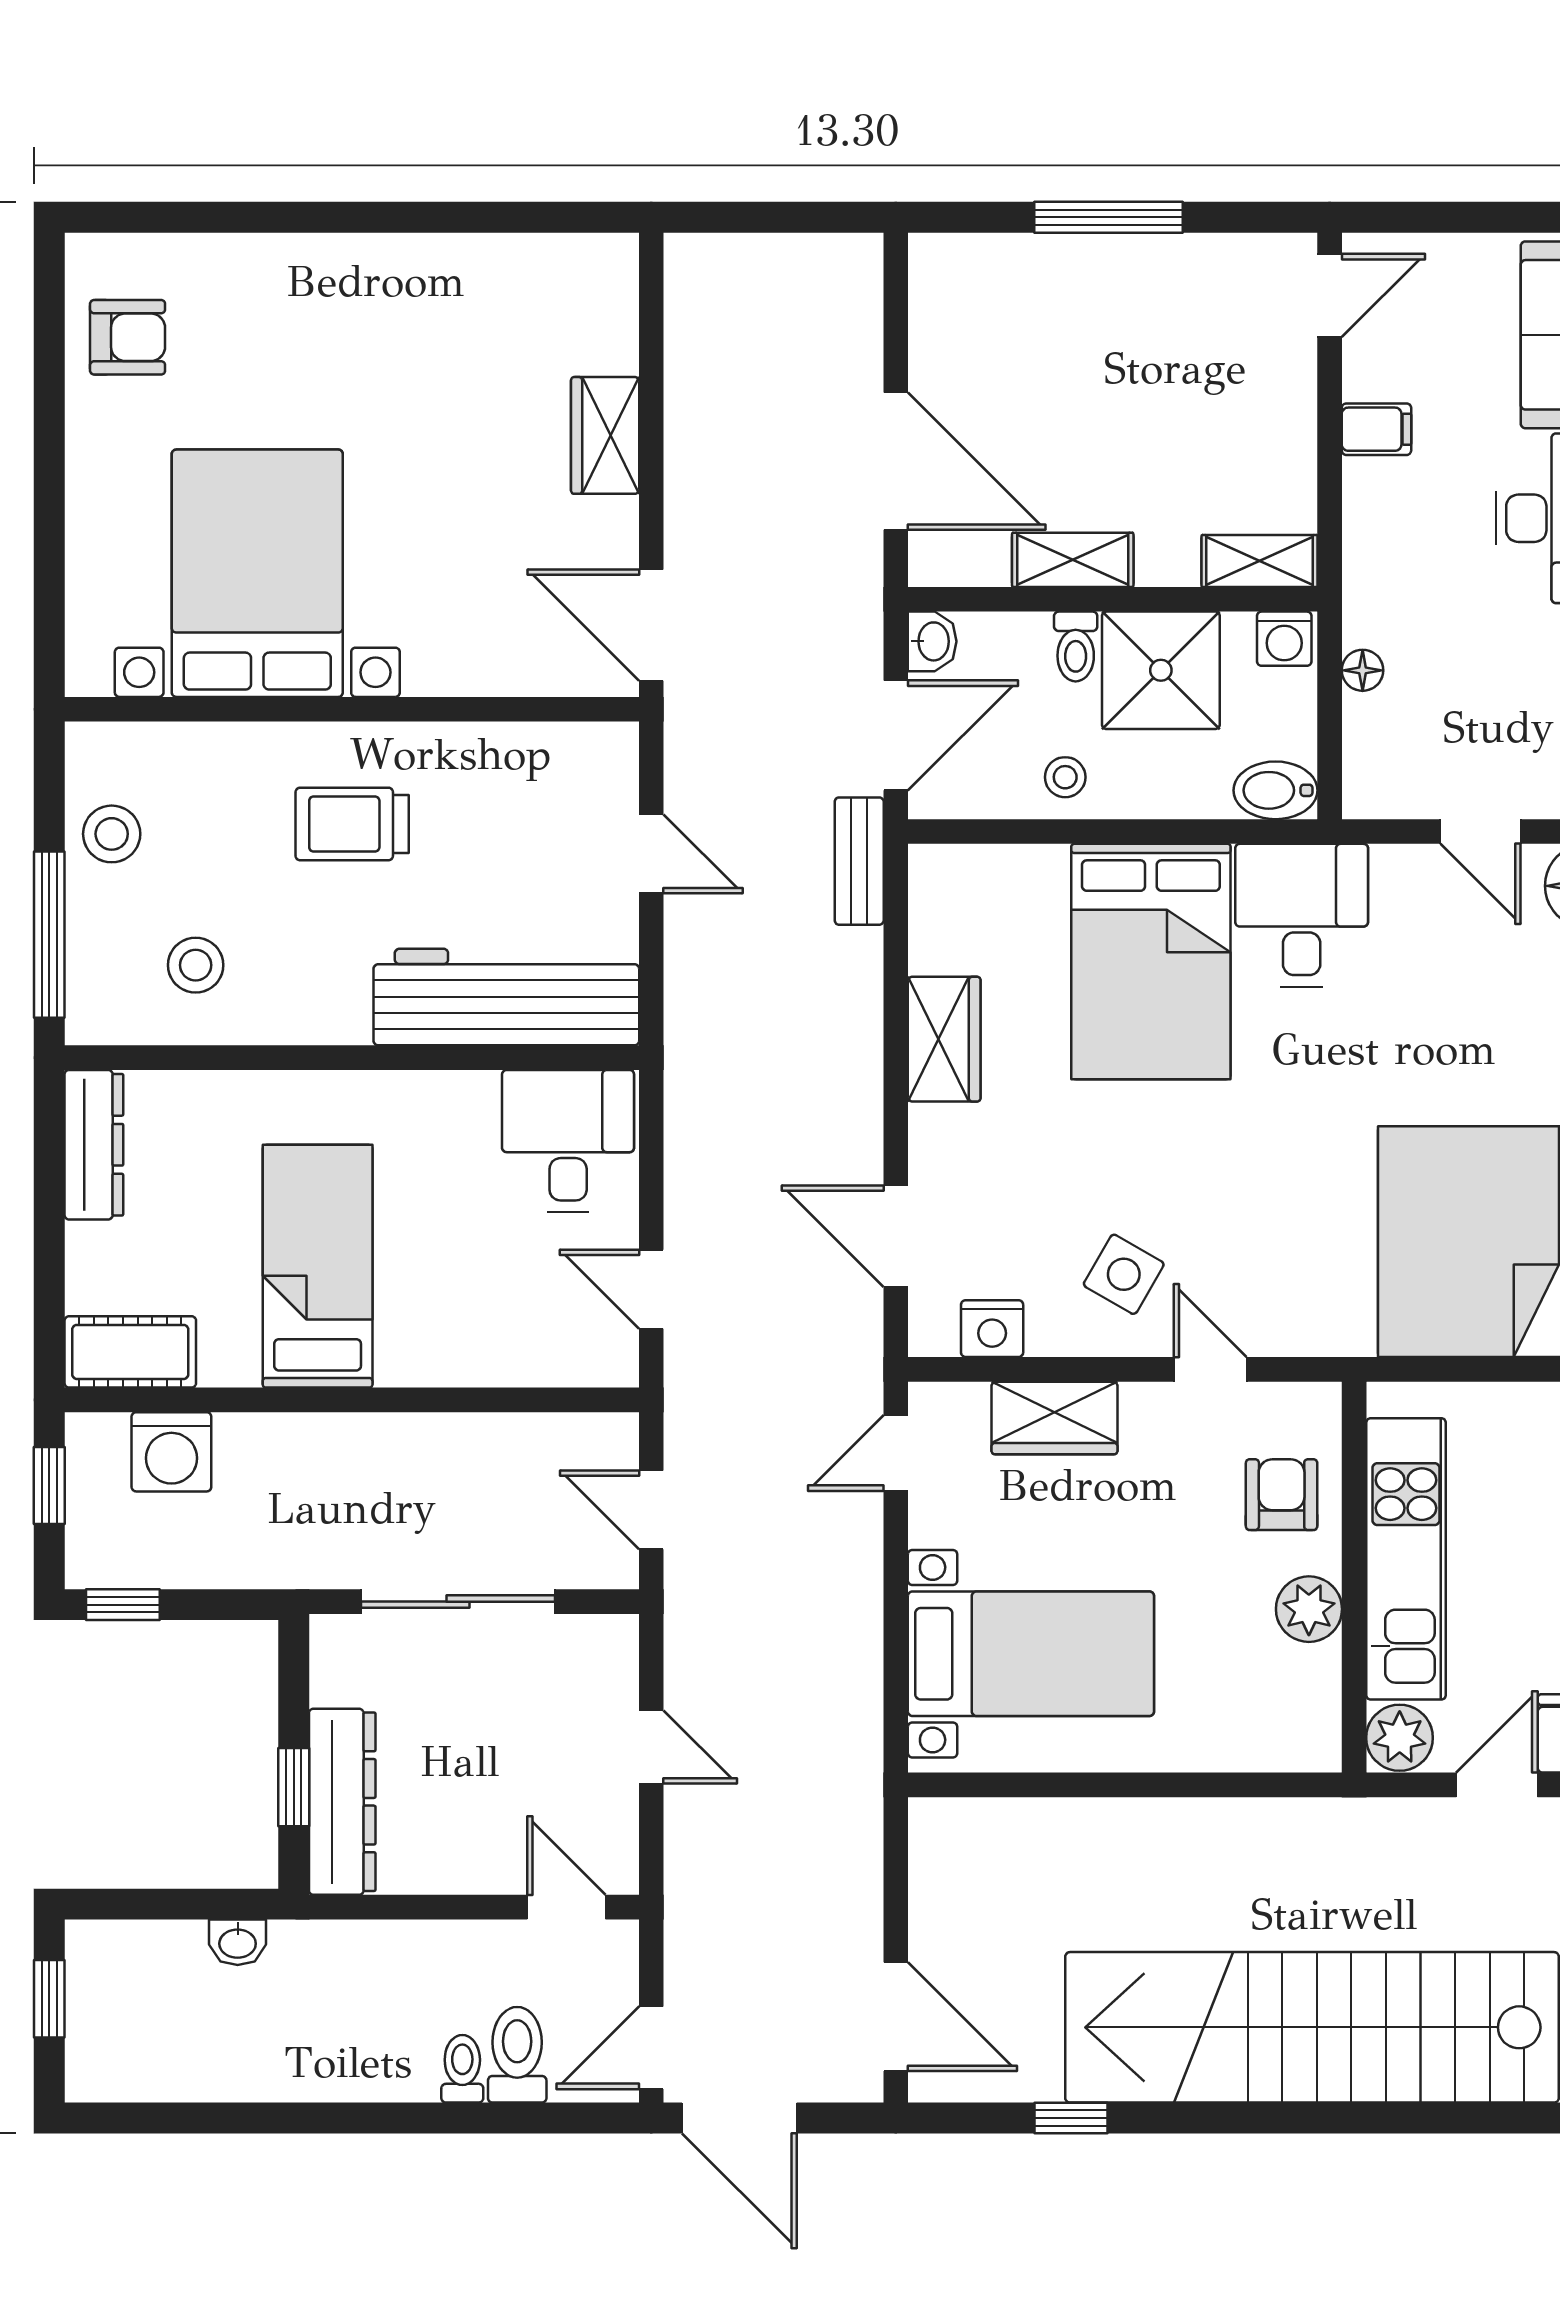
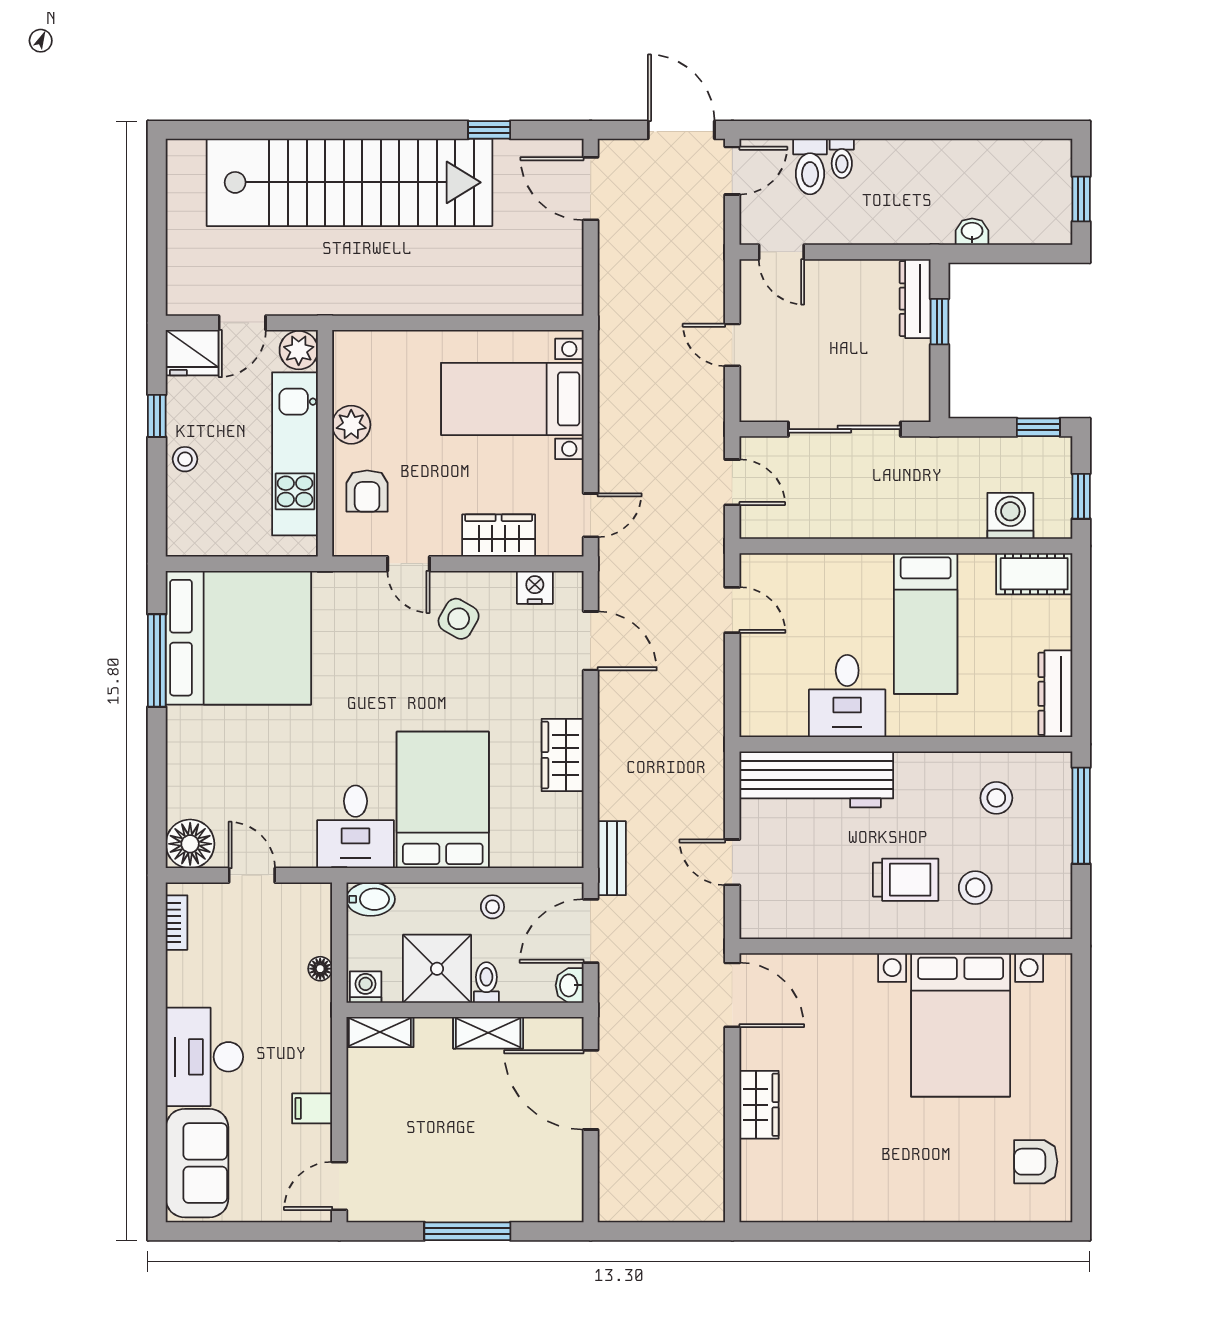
stool: (112, 834) -> (975, 888), moved
desk: (568, 1141) -> (847, 696), moved
dresser: (342, 1802) -> (915, 299), width x0.73, depth x0.80

